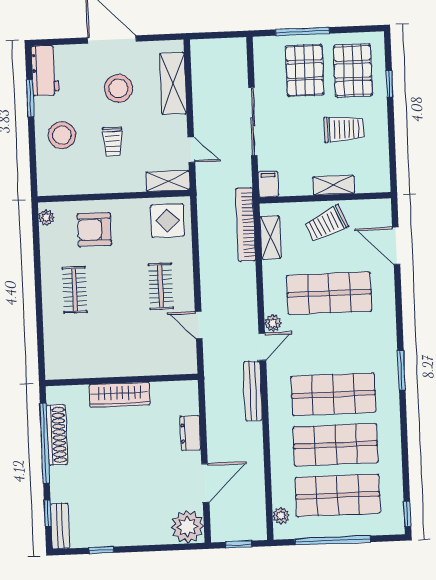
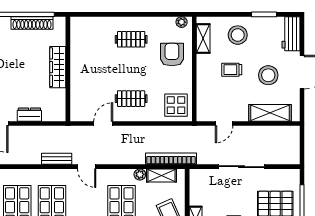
workbench: (45, 70) -> (291, 34), moved, turned 90
shelving: (168, 181) -> (203, 38), moved
filing cabinet: (268, 184) -> (198, 175), removed
plant: (273, 323) -> (140, 174), moved
bench: (253, 391) -> (57, 159), width x0.73

